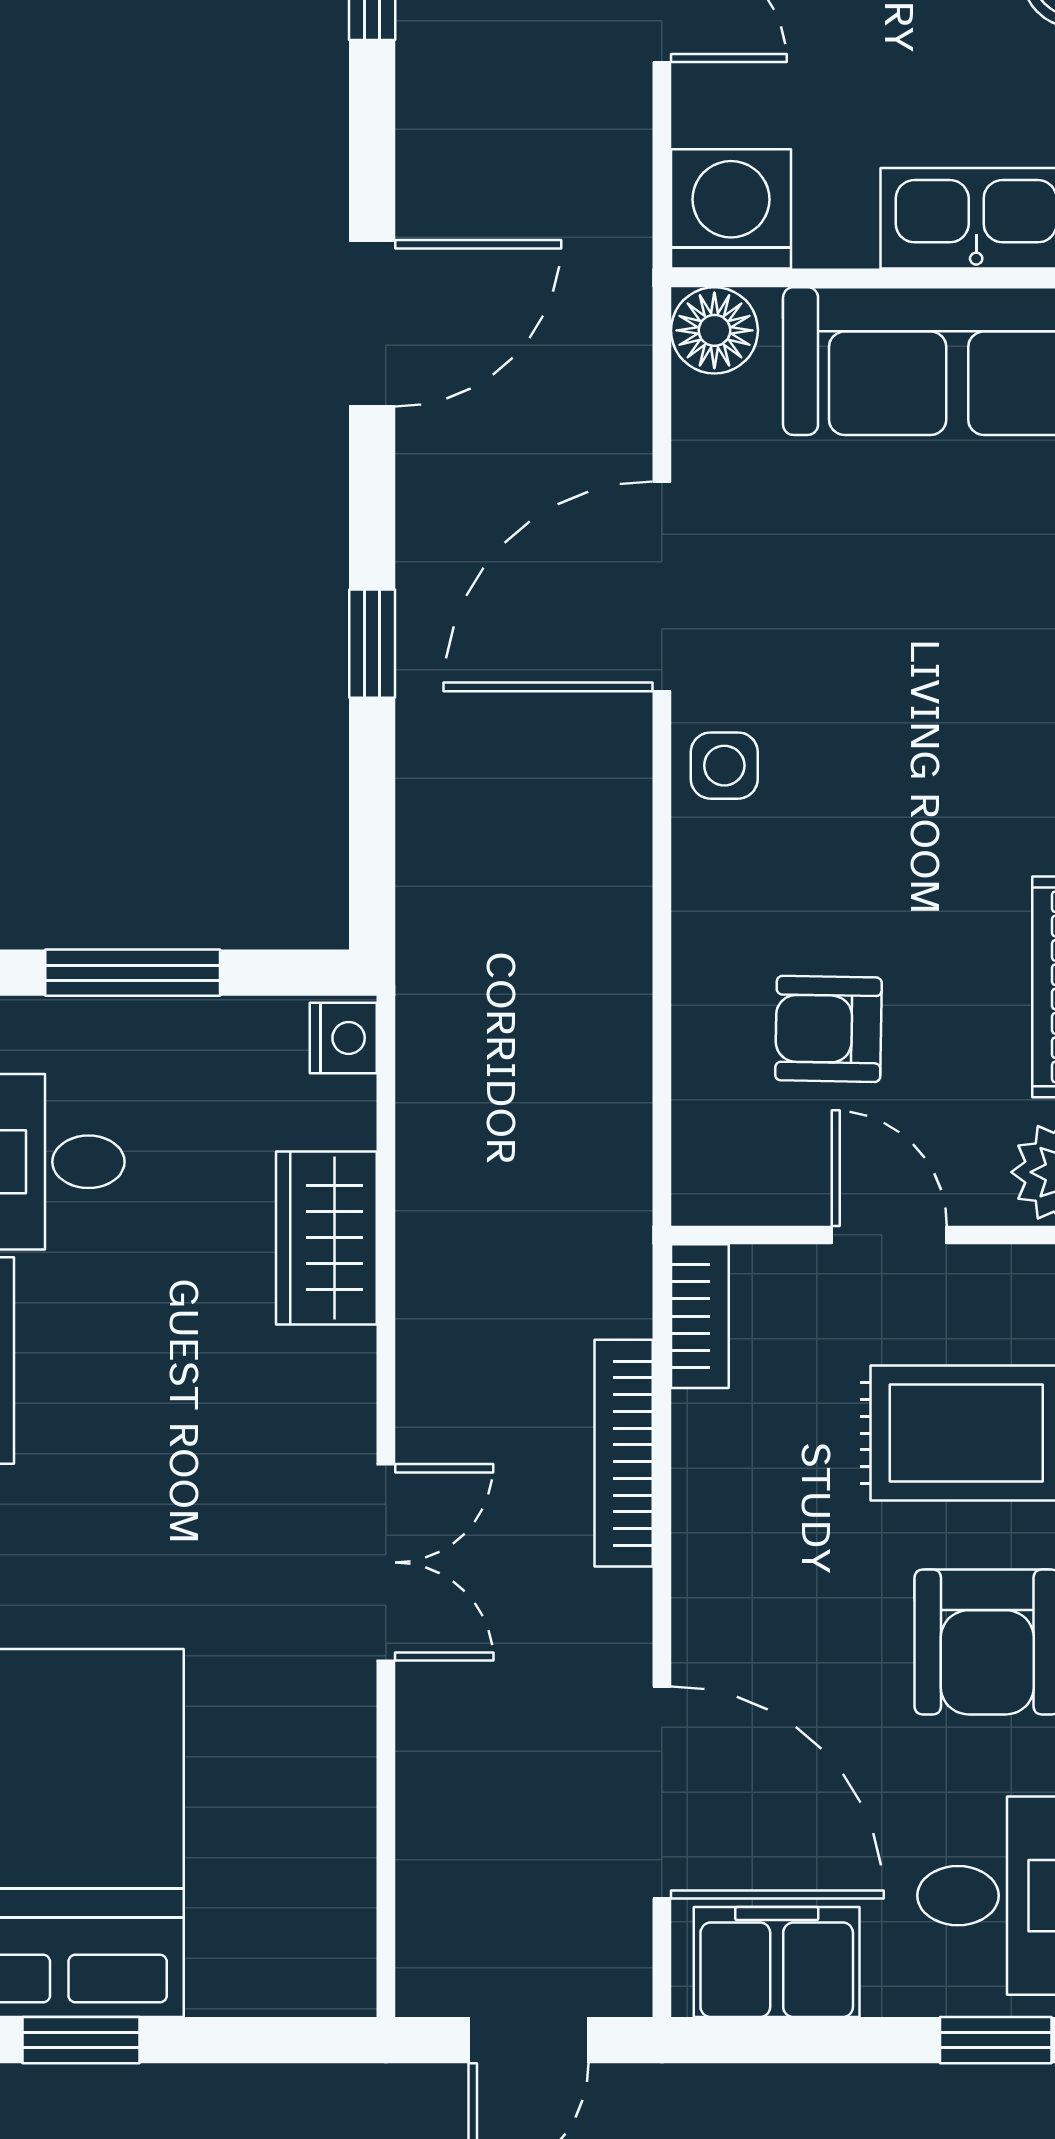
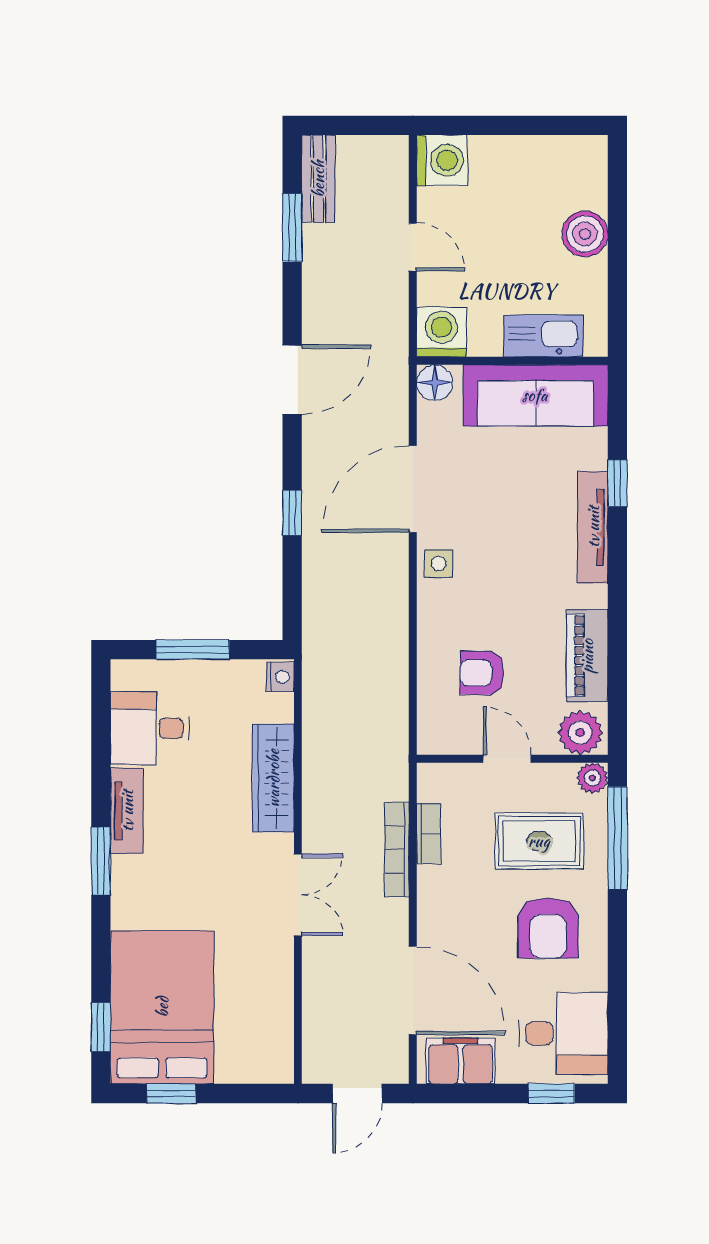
wardrobe: (326, 1238) -> (273, 778), width x1.50
bookcase: (700, 1316) -> (429, 834), moved

